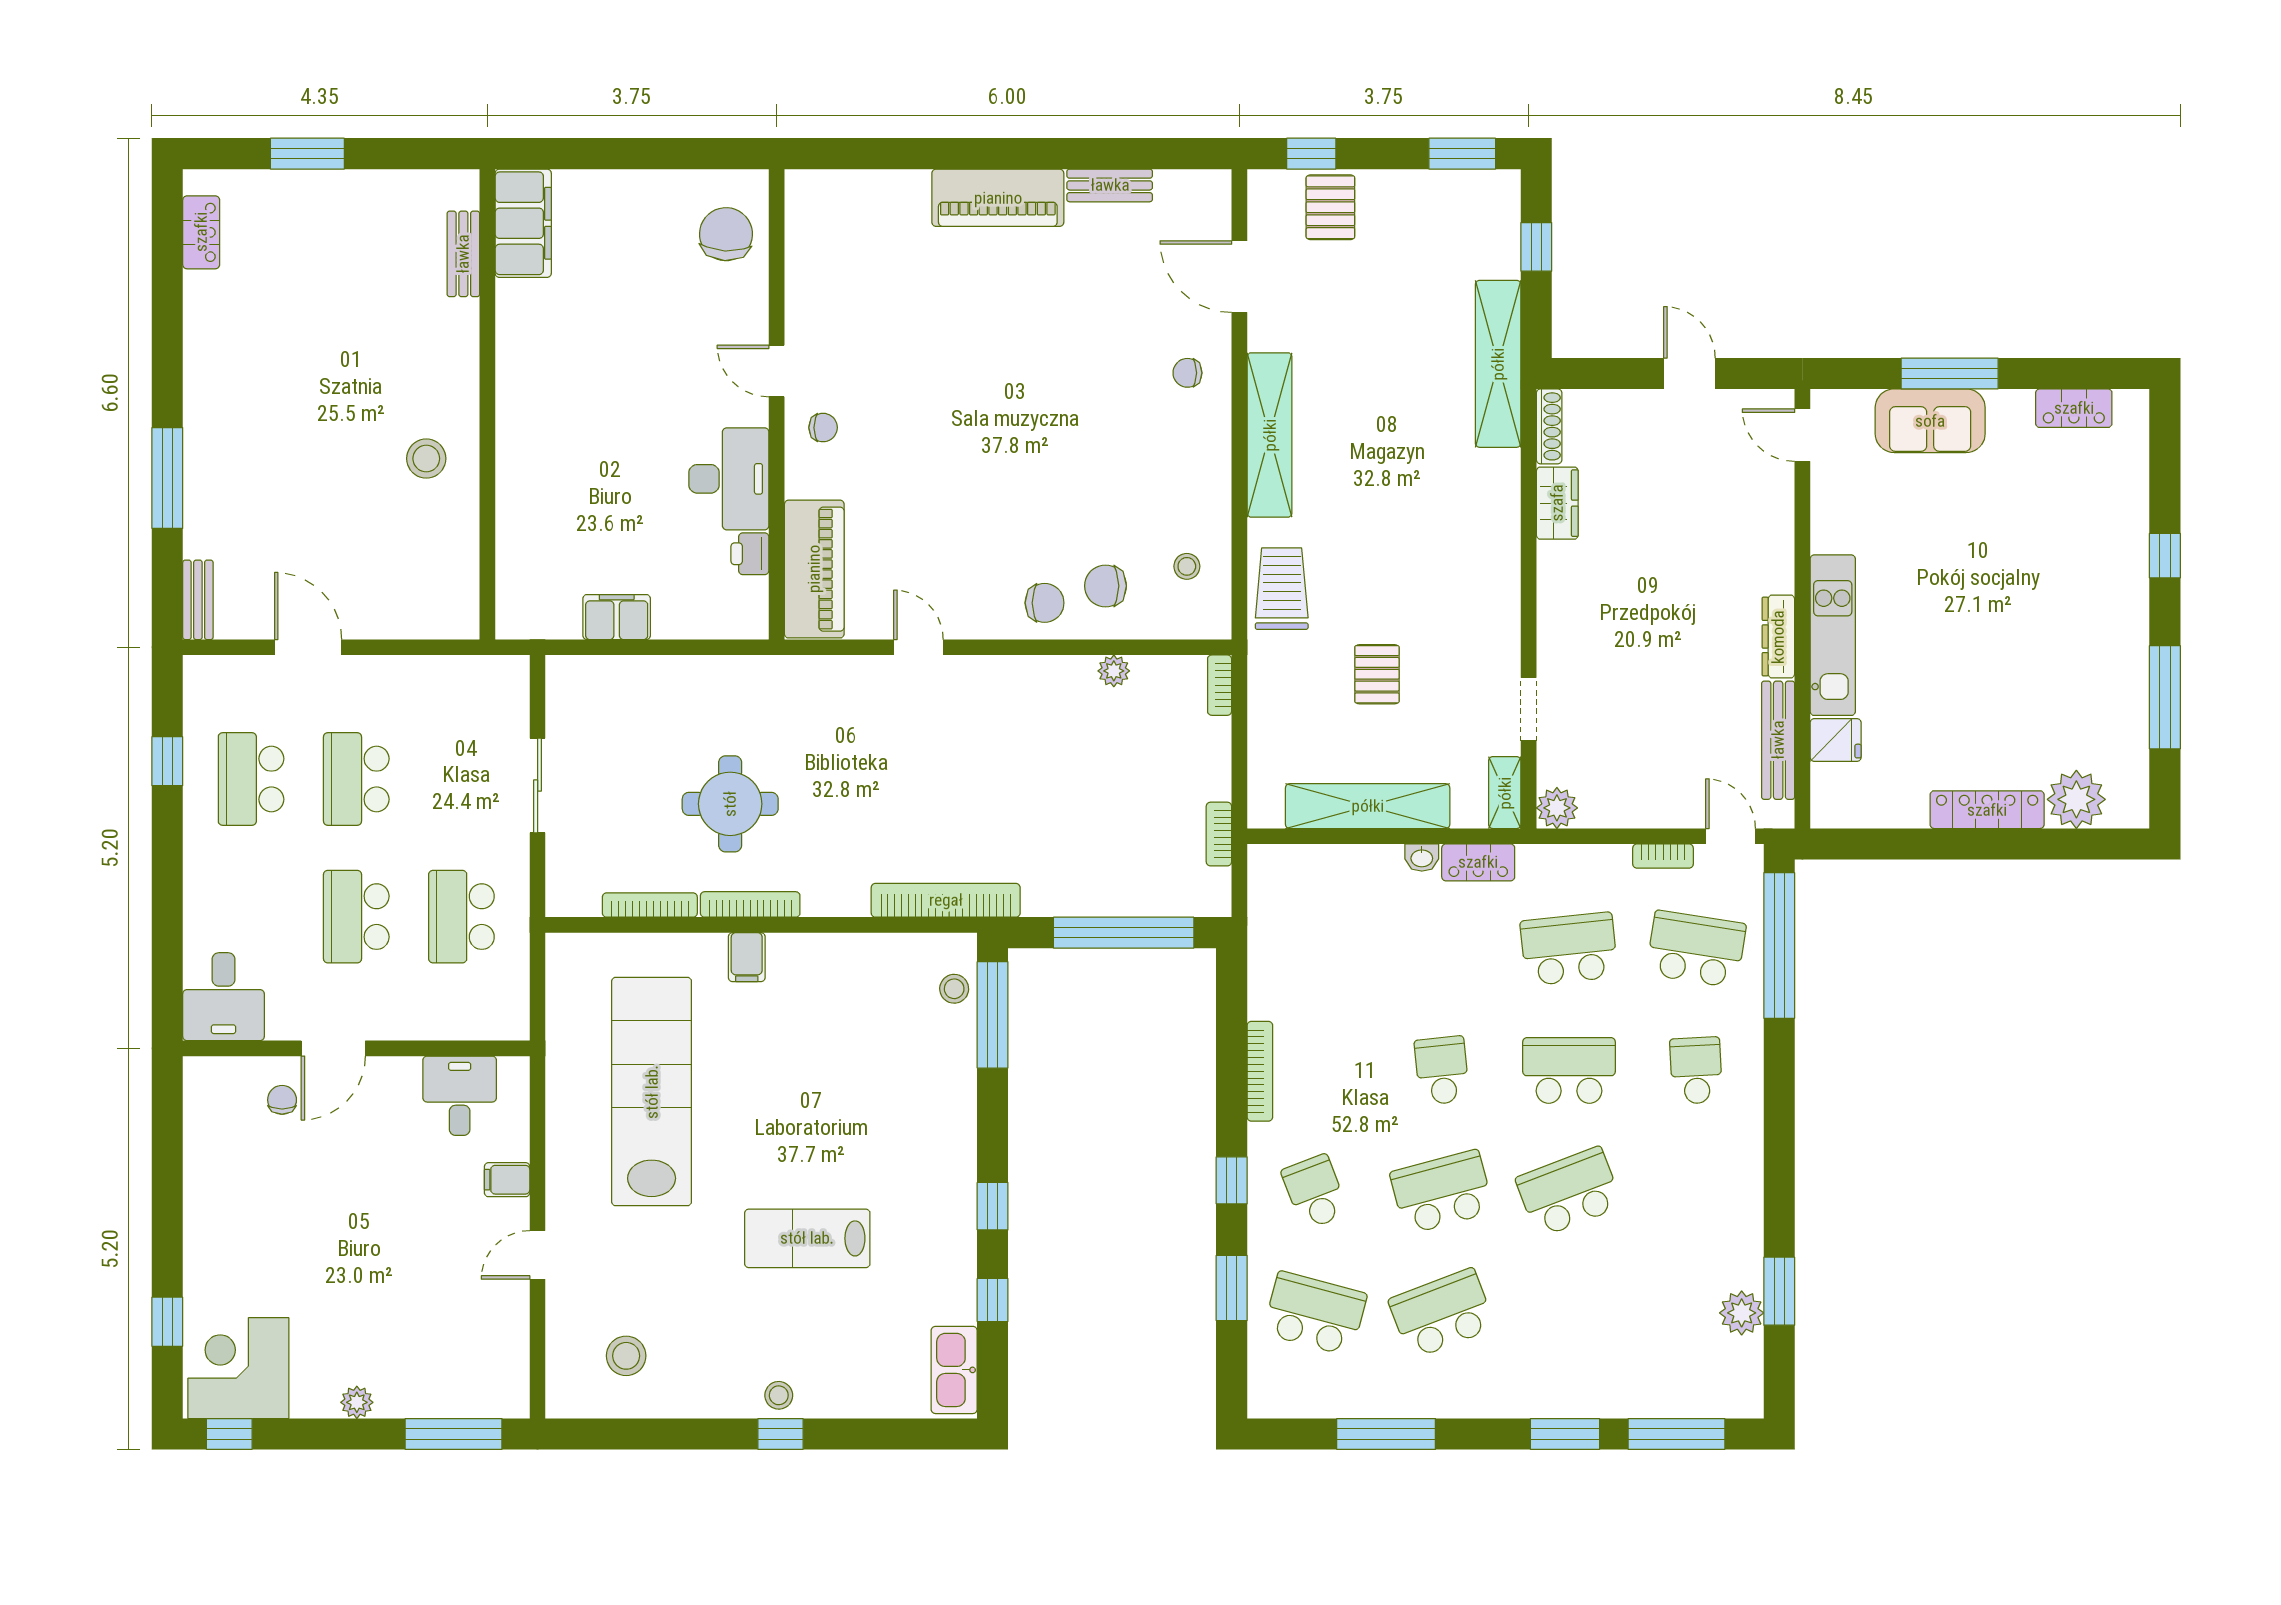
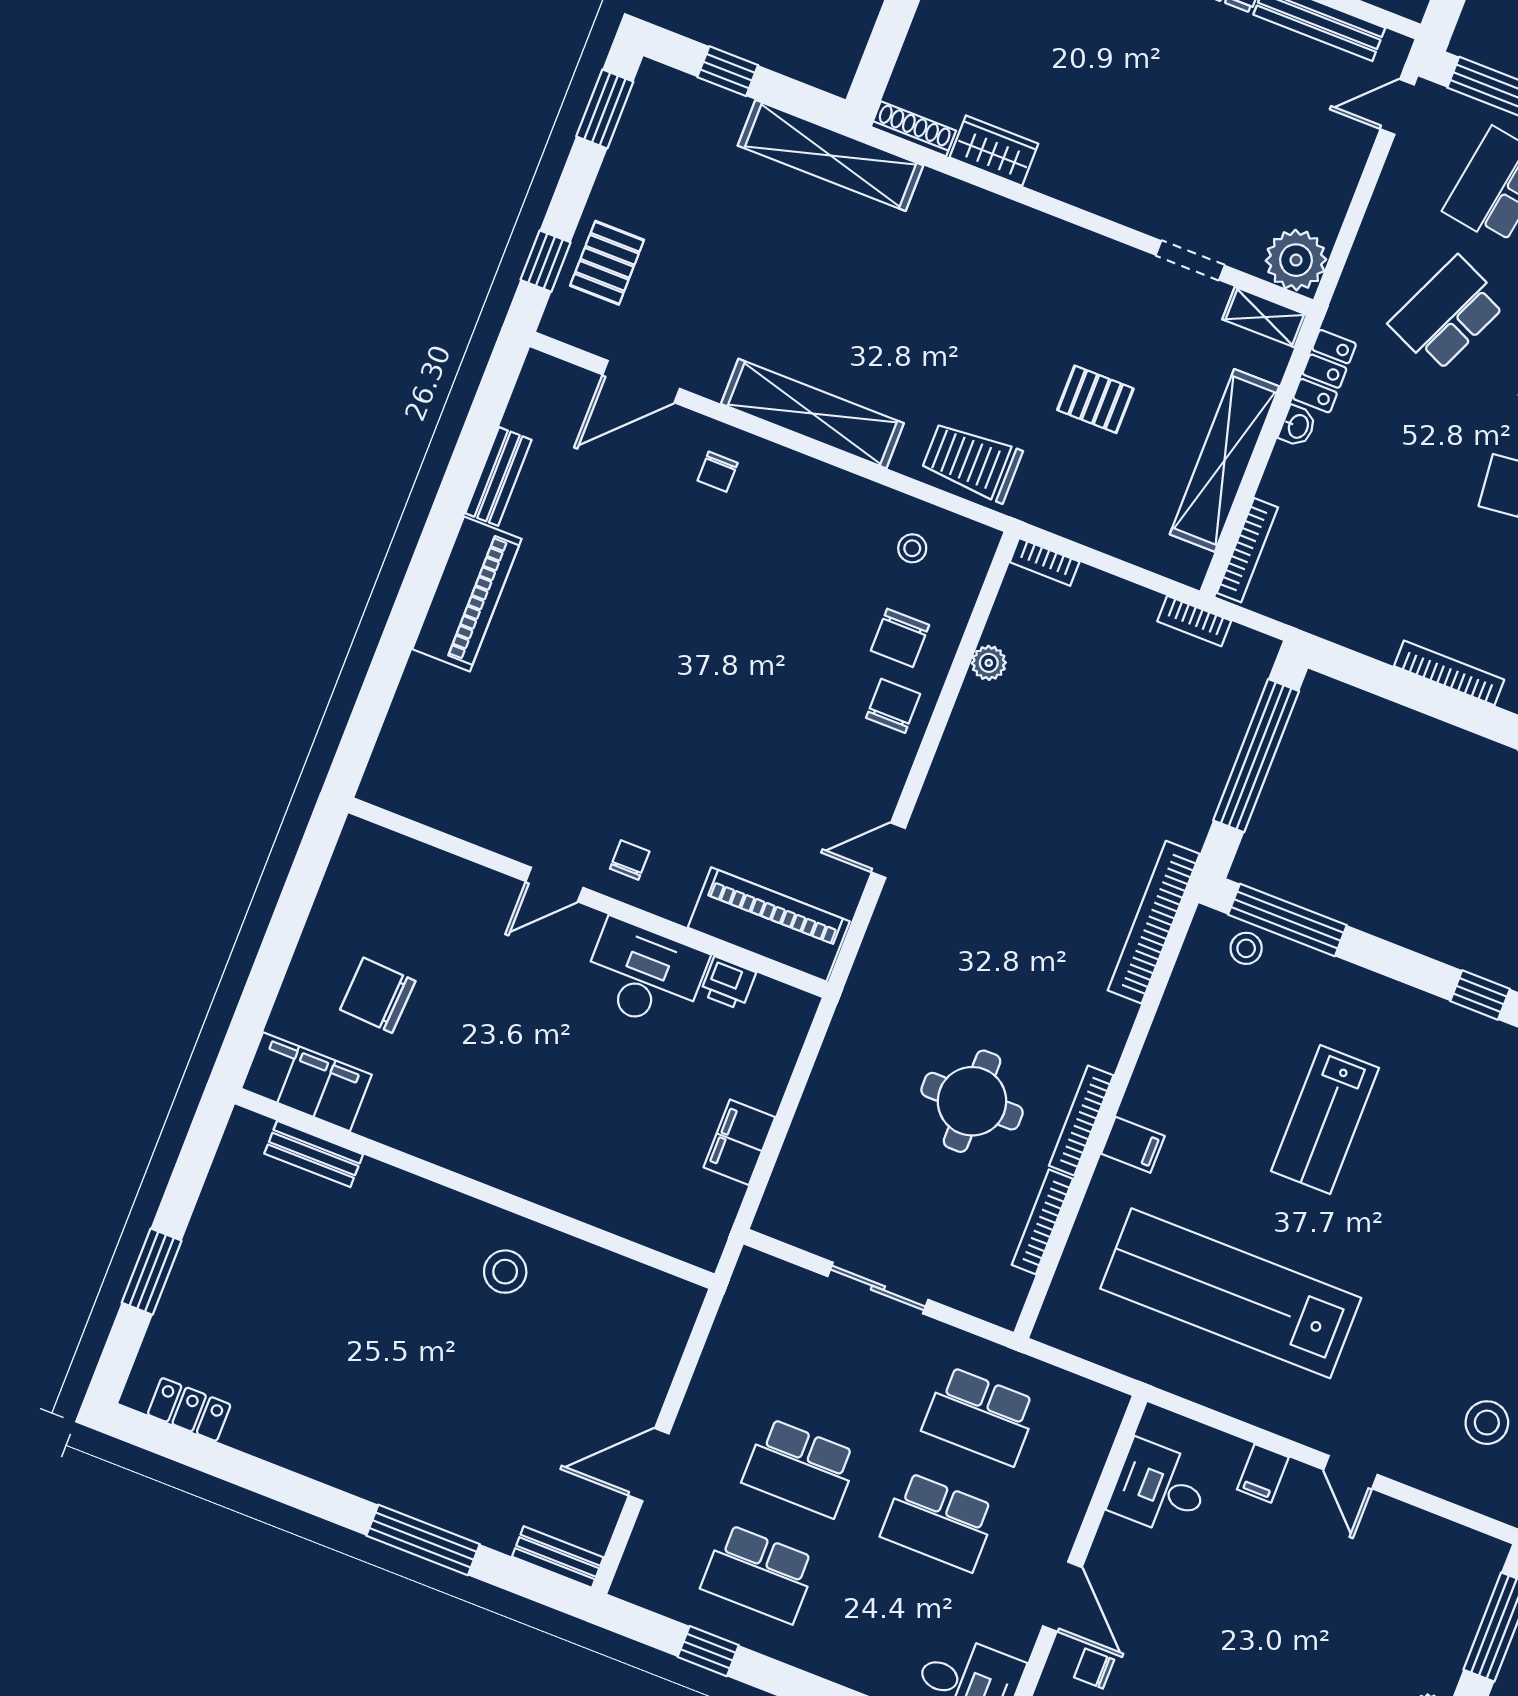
pallet: (1330, 207) -> (607, 263), turned 90
chair: (726, 234) -> (378, 995), moved
plant: (1557, 808) -> (1296, 260), width x1.36, depth x1.36
bookcase: (1663, 856) -> (1247, 550), moved, width x1.56
school desk: (1569, 949) -> (1447, 314), turned 30
lab bench: (807, 1238) -> (1325, 1120), moved

